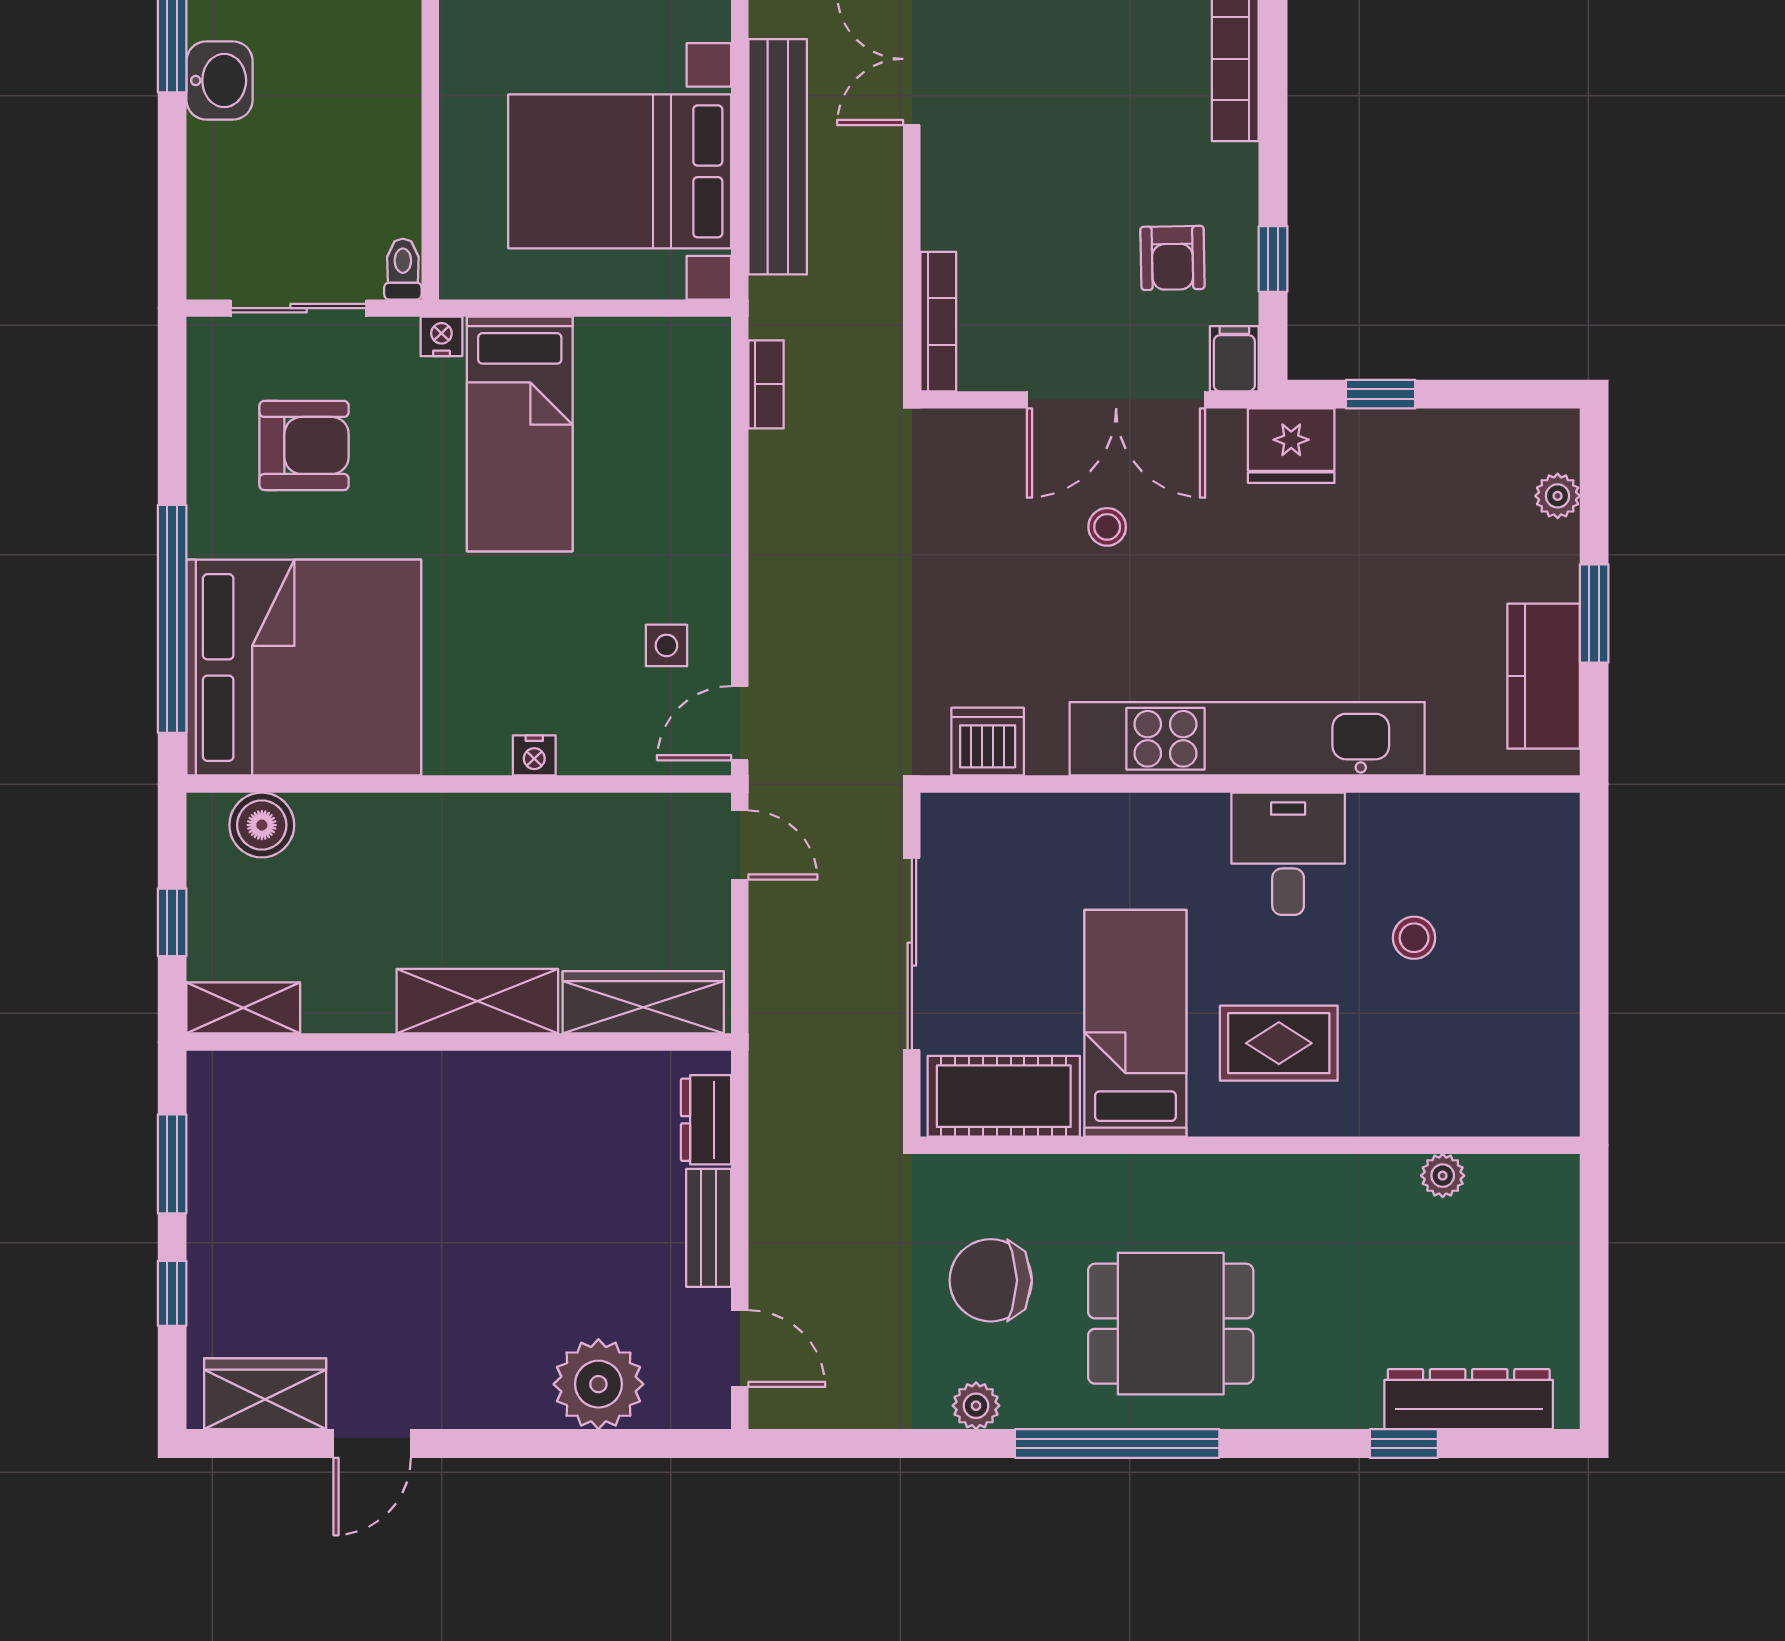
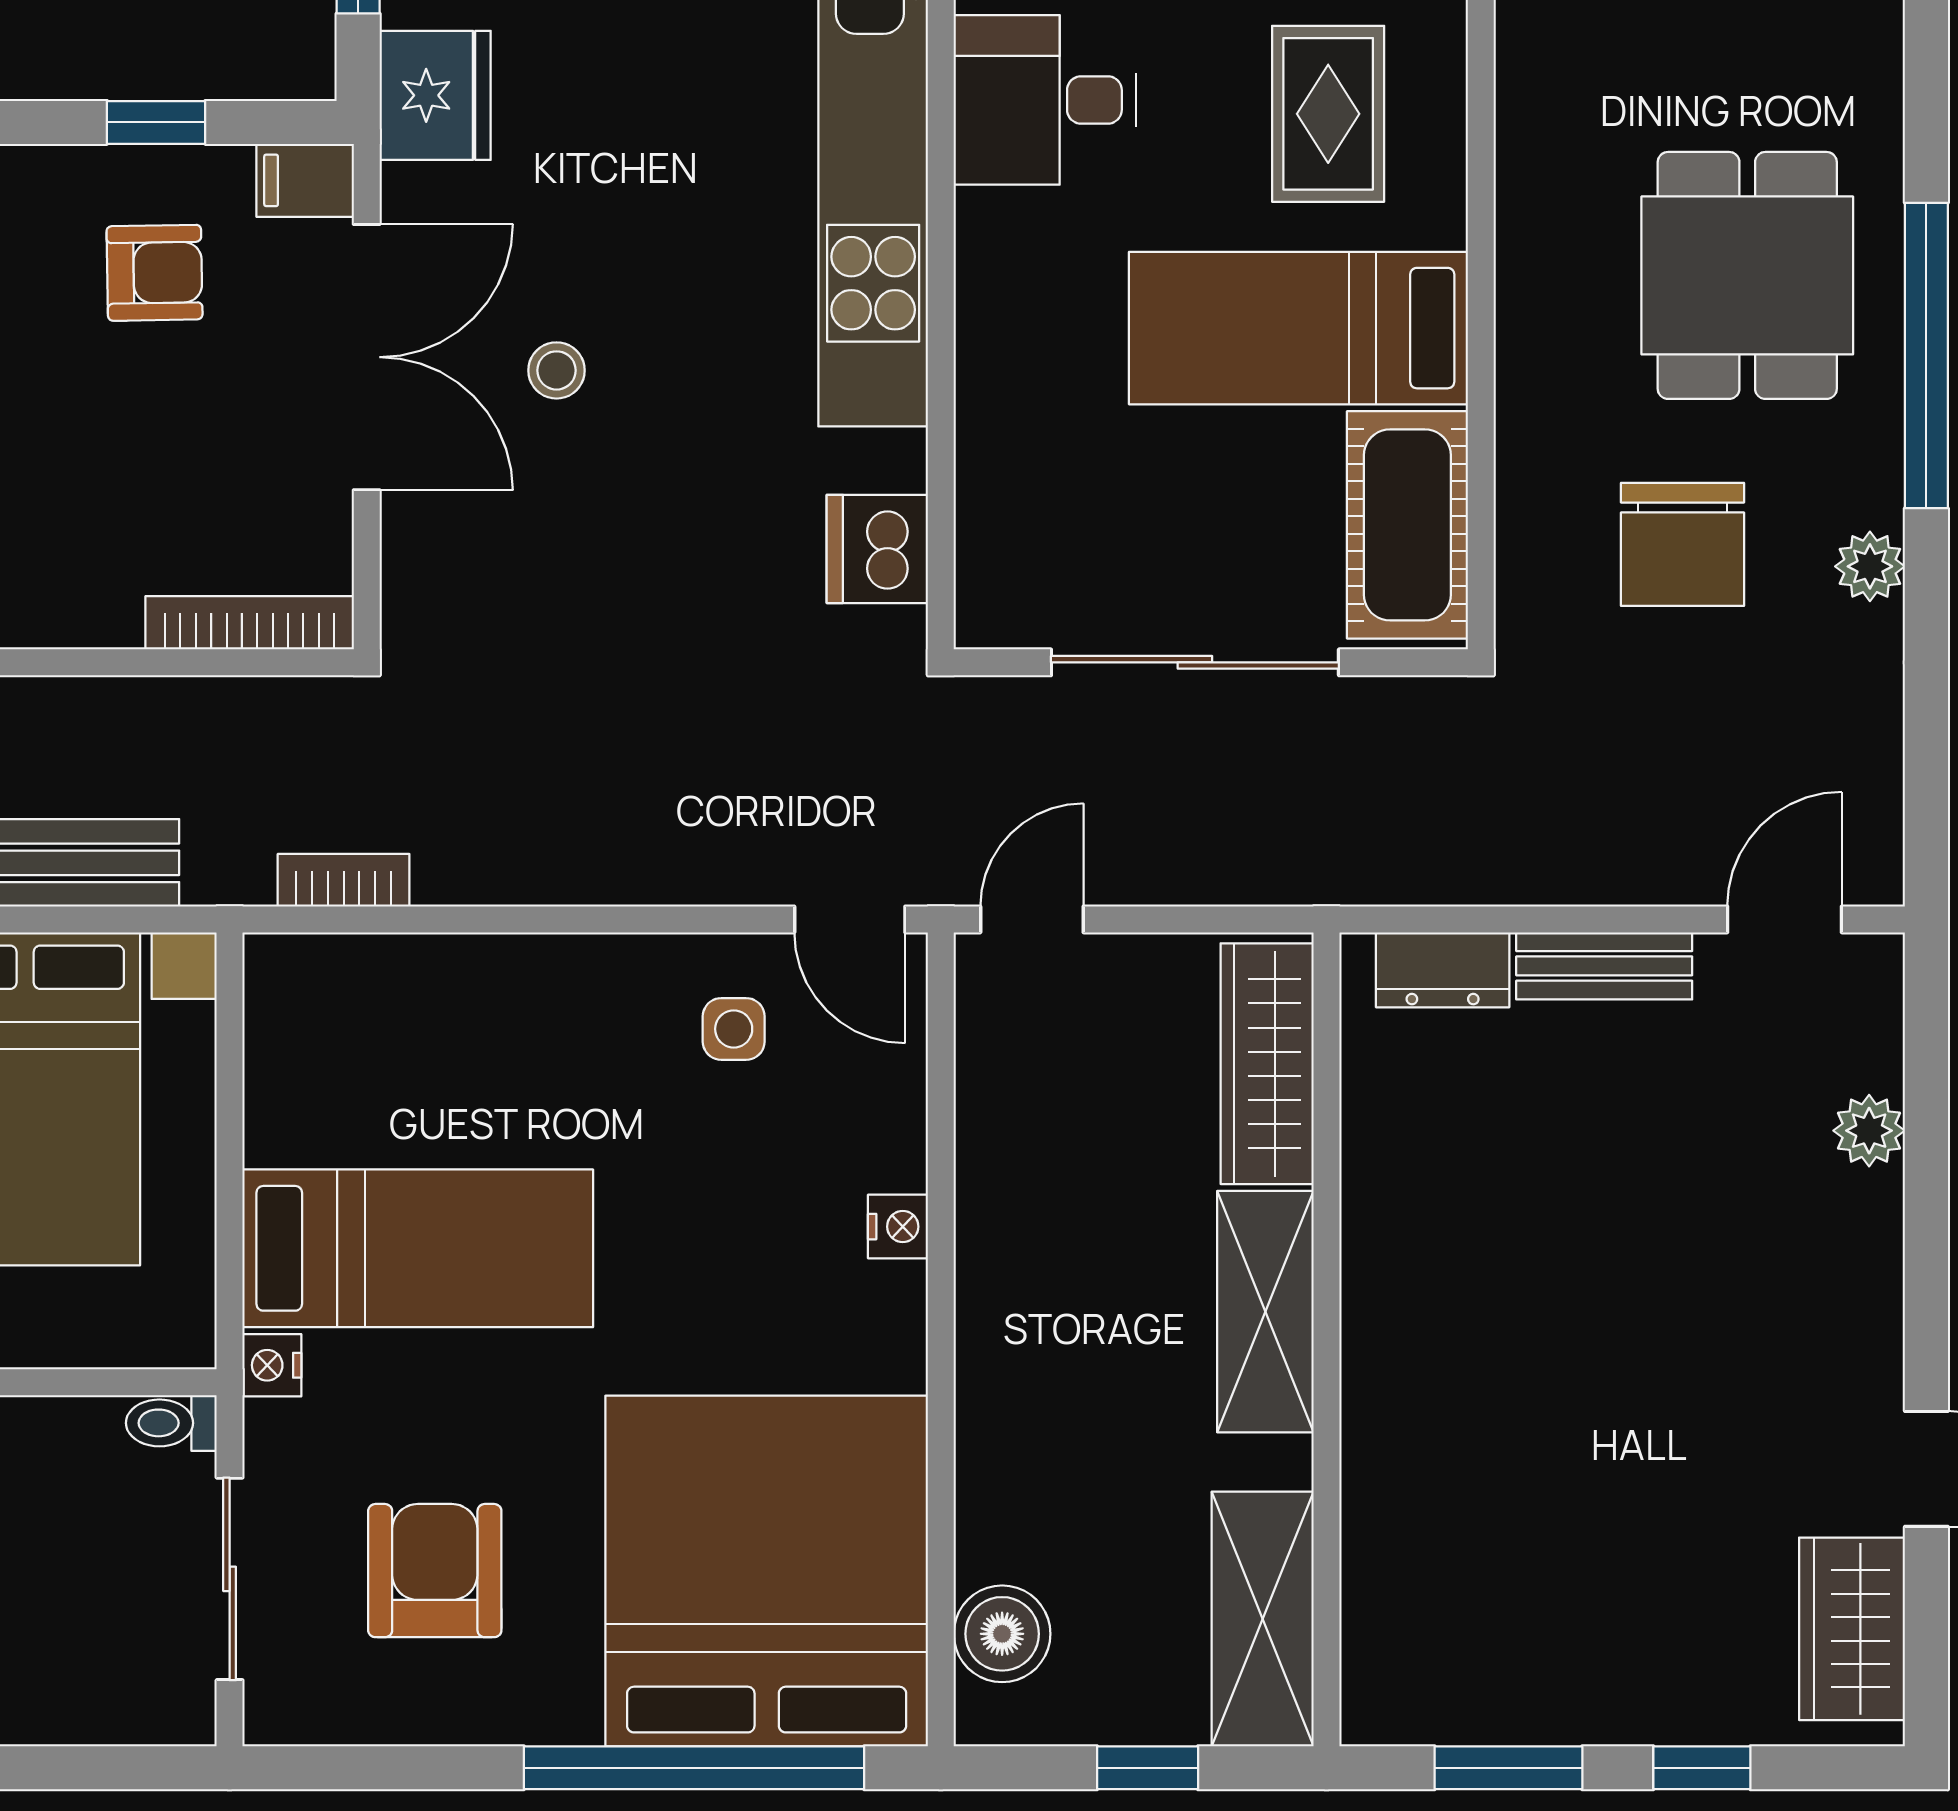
shelving: (243, 1008) -> (1263, 1619), width x1.50, depth x1.33
plant: (598, 1384) -> (1869, 1131), width x0.53, depth x0.53

